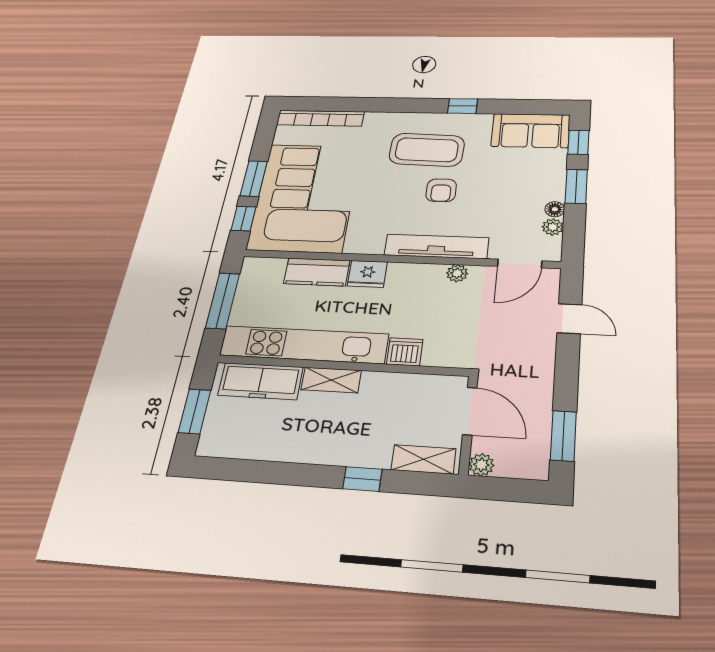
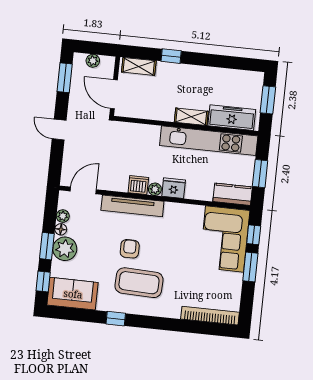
plant: (546, 185) -> (65, 249), added
corner sofa: (305, 197) -> (225, 239), width x0.73, depth x0.74
kitchen counter: (317, 272) -> (233, 194), moved
plant: (457, 273) -> (155, 189), moved
window: (223, 301) -> (260, 174), width x0.69
door: (569, 319) -> (59, 130), moved
dishwasher: (405, 352) -> (138, 185), moved, turned 180
plant: (481, 465) -> (93, 61), moved

